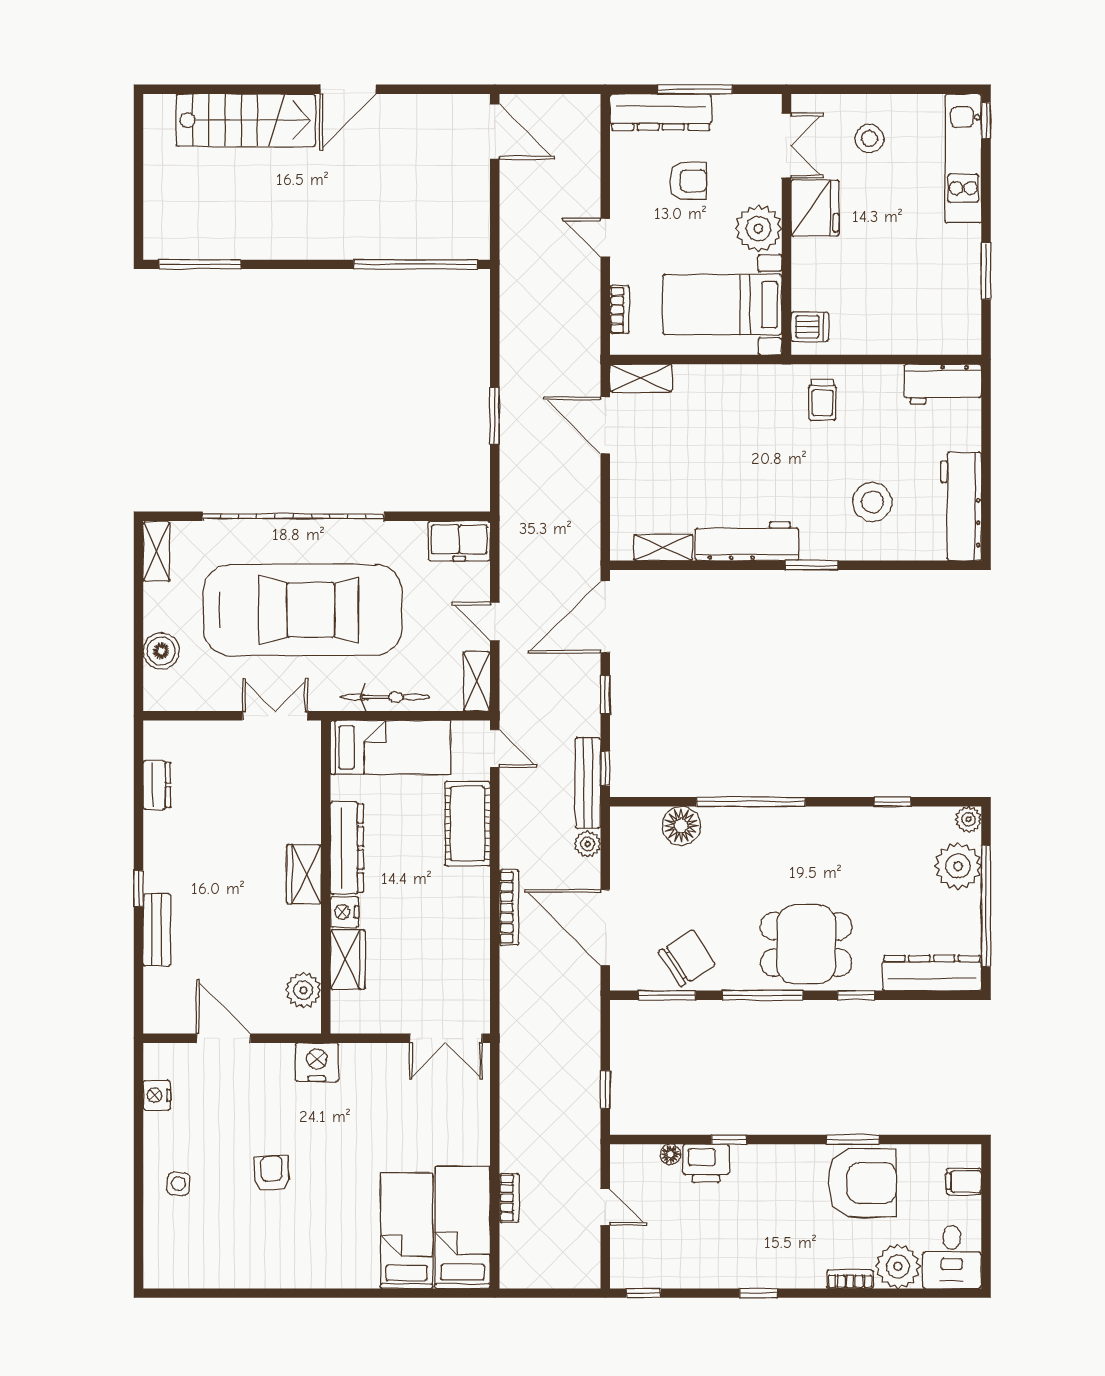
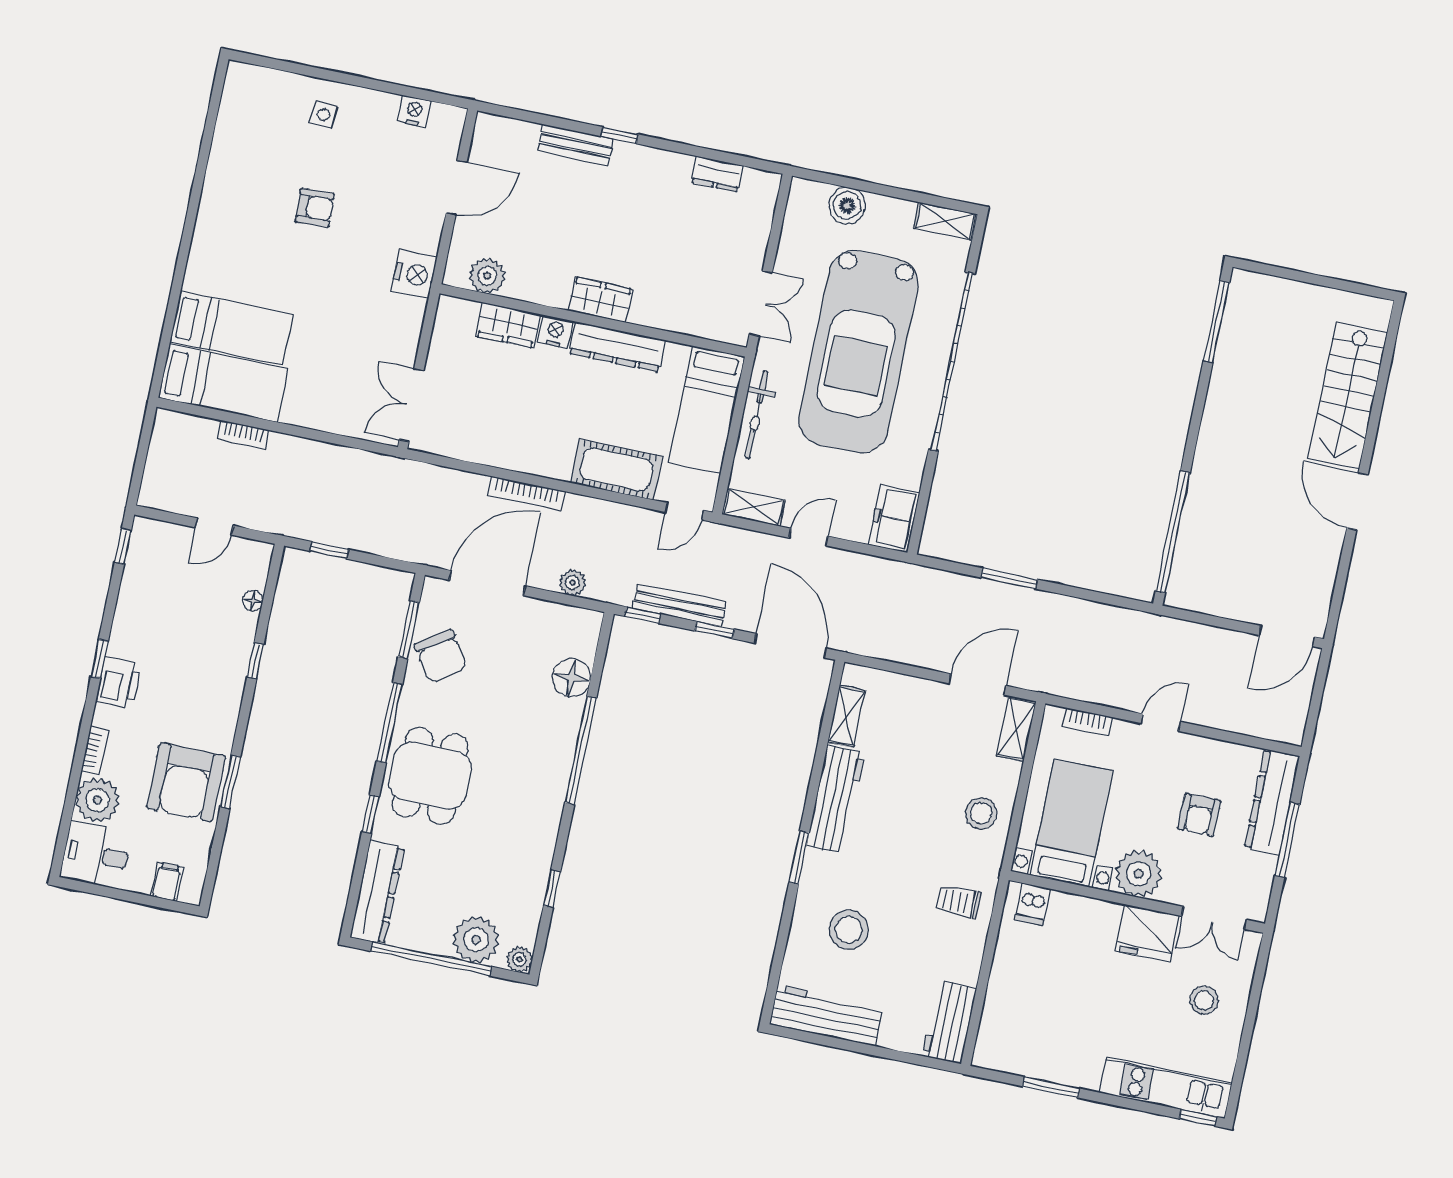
stool: (731, 396) -> (981, 813), added
bench: (588, 783) -> (680, 605), moved
printer: (706, 1163) -> (119, 683), moved, turned 180

